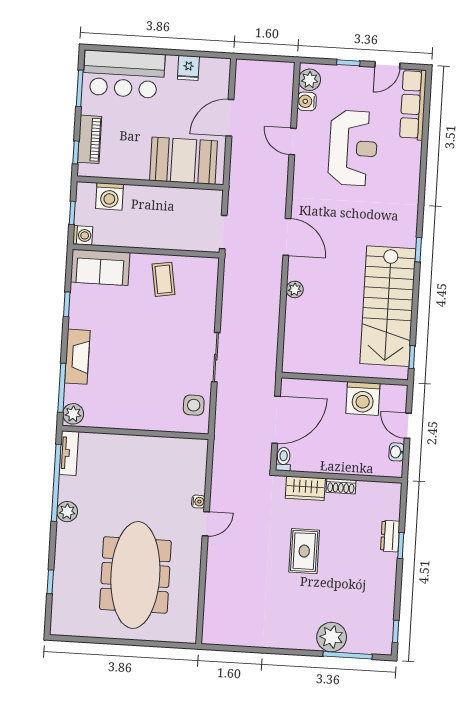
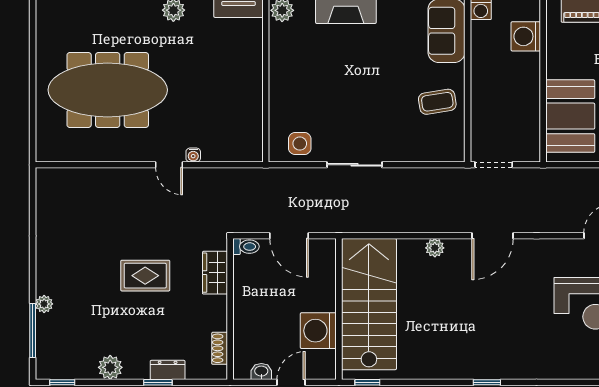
stairs: (388, 306) -> (369, 304), moved, turned 90
door: (276, 420) -> (289, 236), width x0.73
shoe rack: (341, 486) -> (220, 348), moved
plant: (385, 587) -> (110, 367), added
plant: (332, 637) -> (44, 304), width x0.53, depth x0.53

